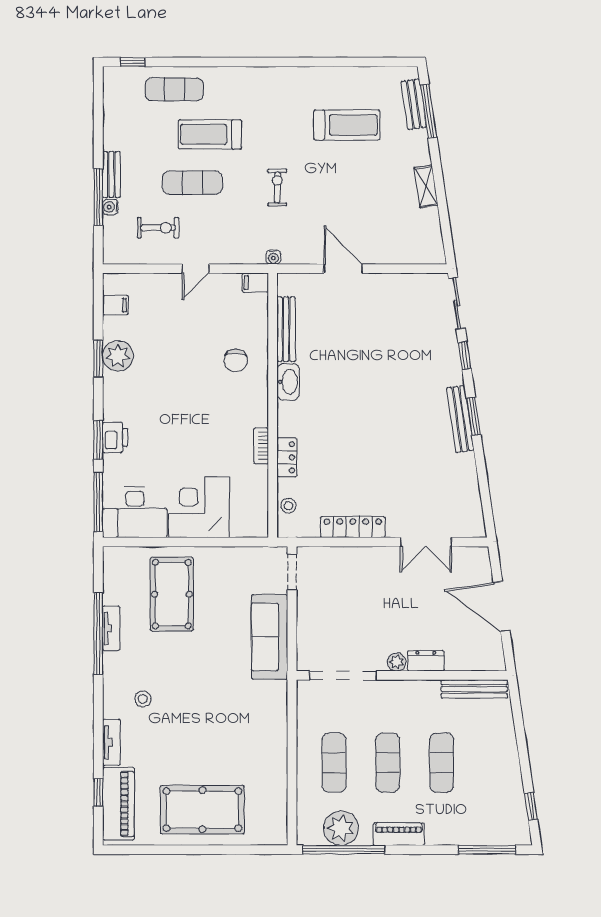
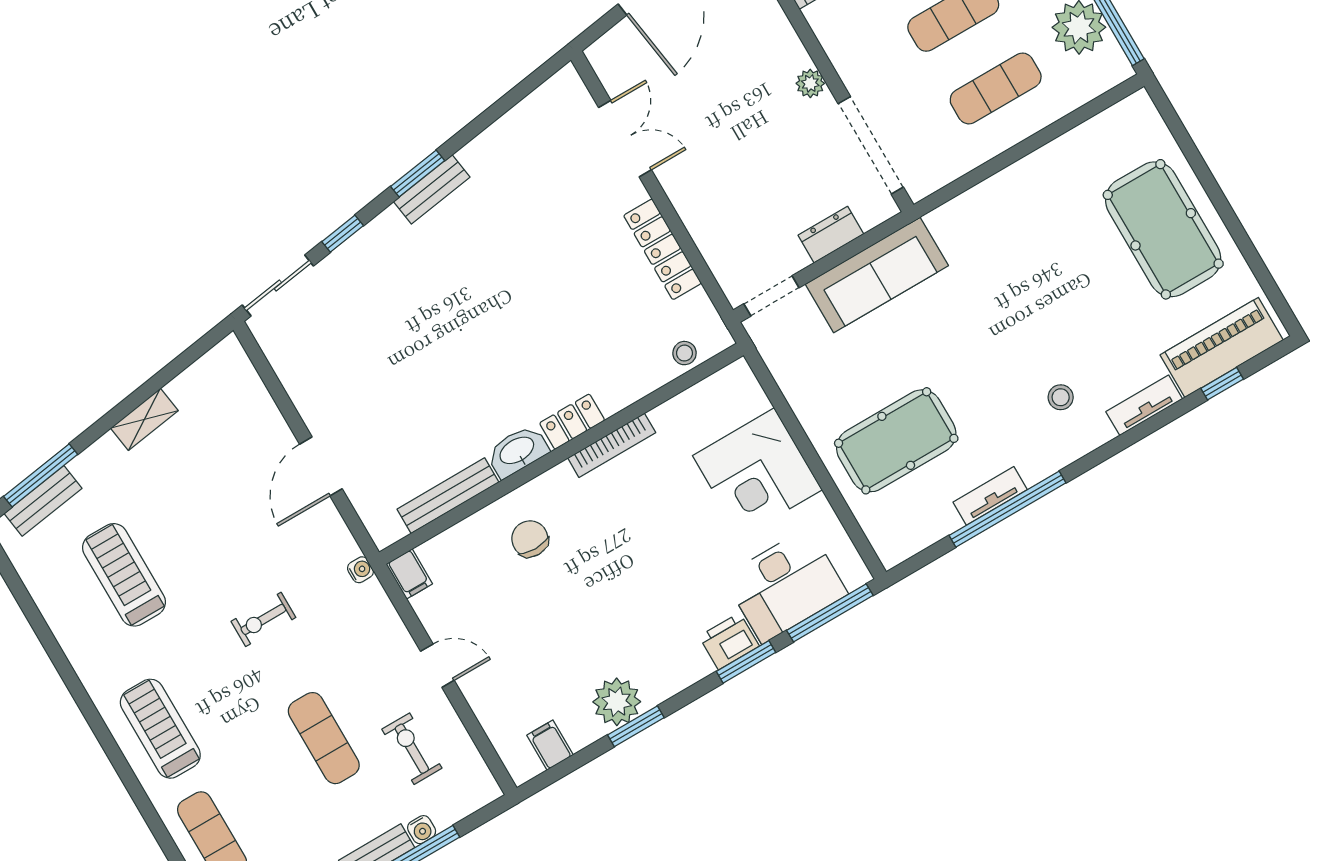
treadmill: (210, 134) -> (160, 729), moved, turned 180
chair: (236, 360) -> (530, 539), turned -90
bench: (460, 419) -> (432, 189), width x0.73
bookcase: (261, 446) -> (612, 445), width x1.56
locker: (287, 457) -> (572, 422), moved
desk: (135, 512) -> (785, 585), moved, turned 90
dresser: (426, 661) -> (831, 235), moved, turned 90

